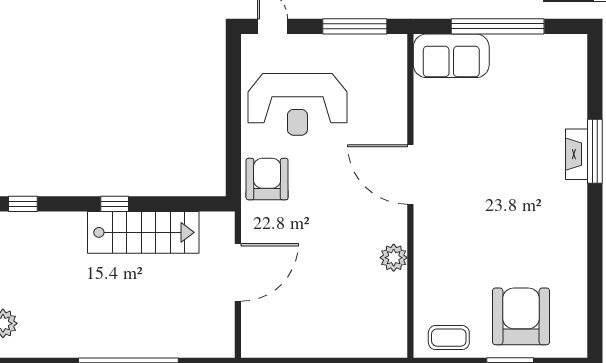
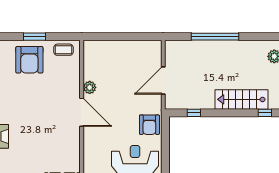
door: (410, 175) -> (82, 112), moved
window: (115, 204) -> (194, 113), moved
stairs: (143, 232) -> (241, 99), moved

